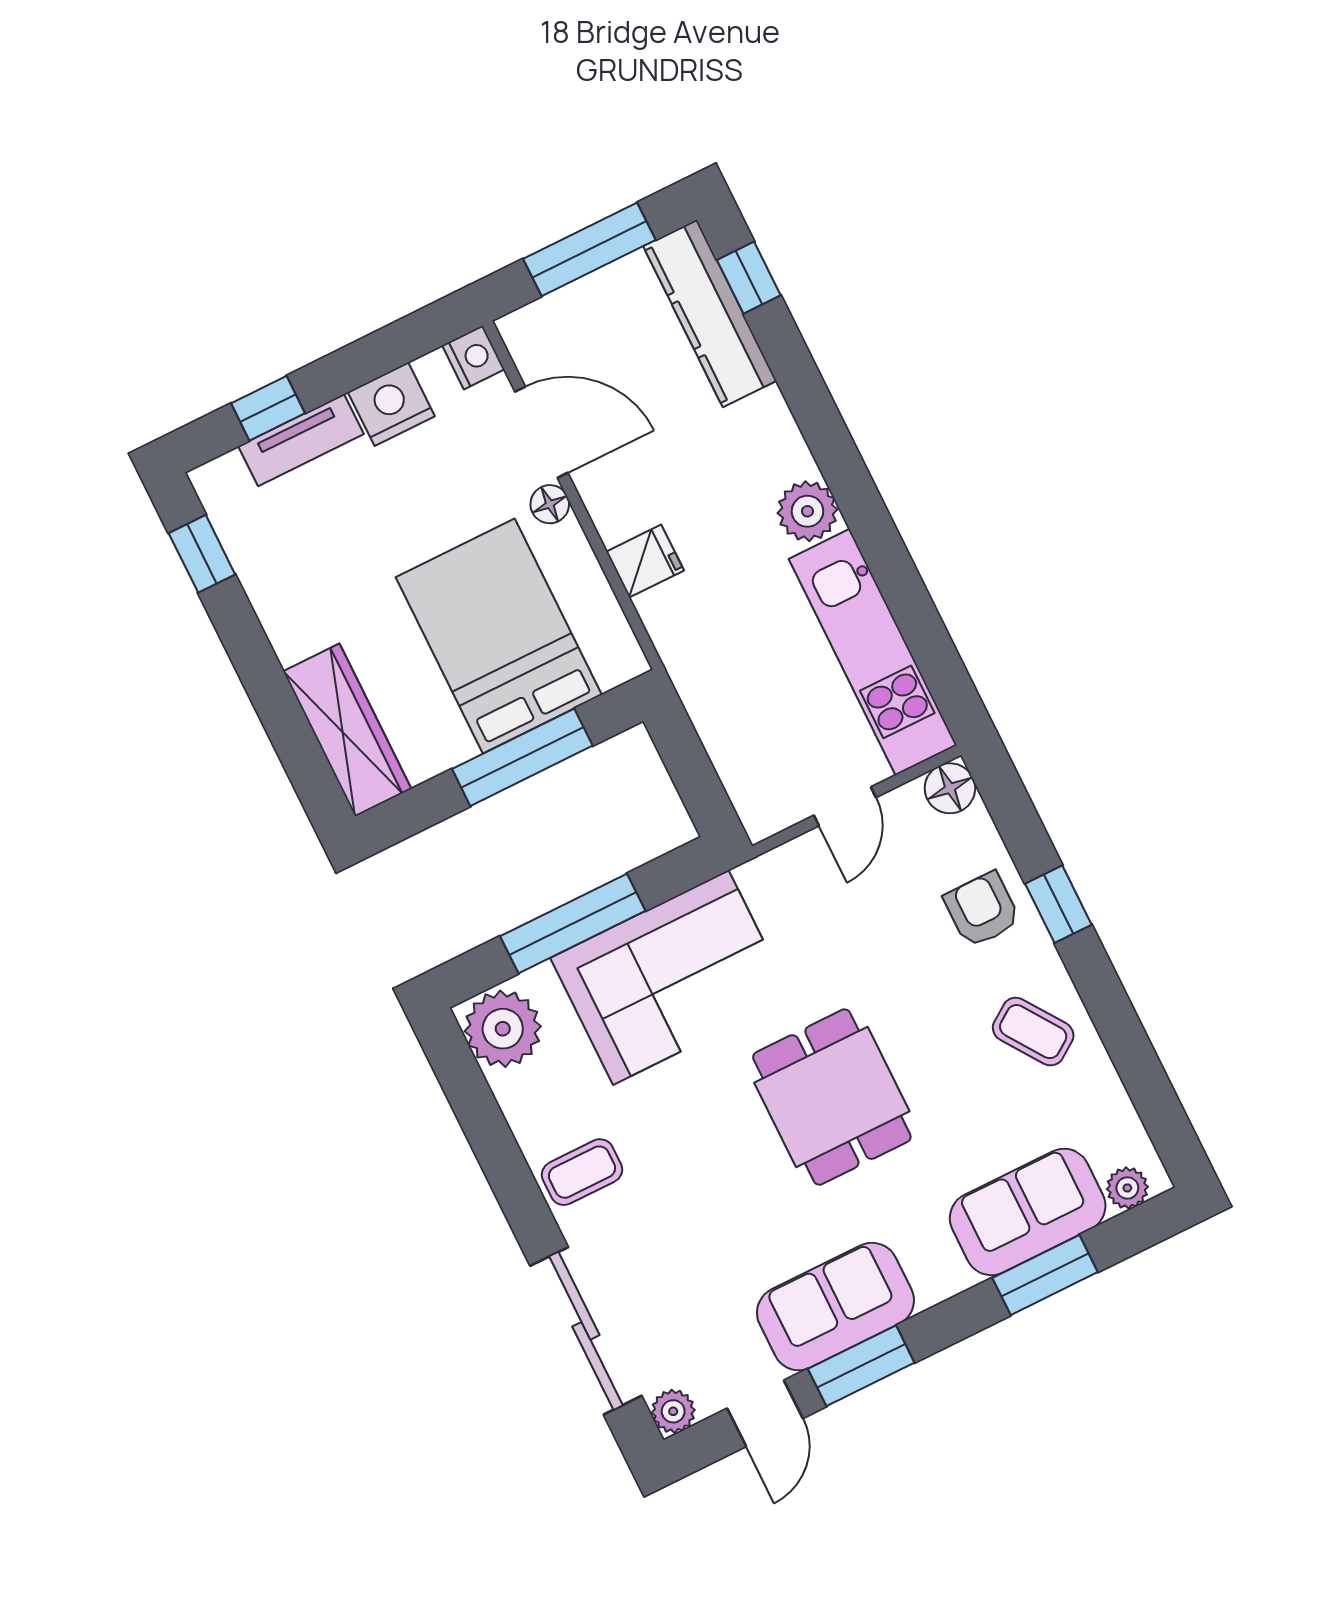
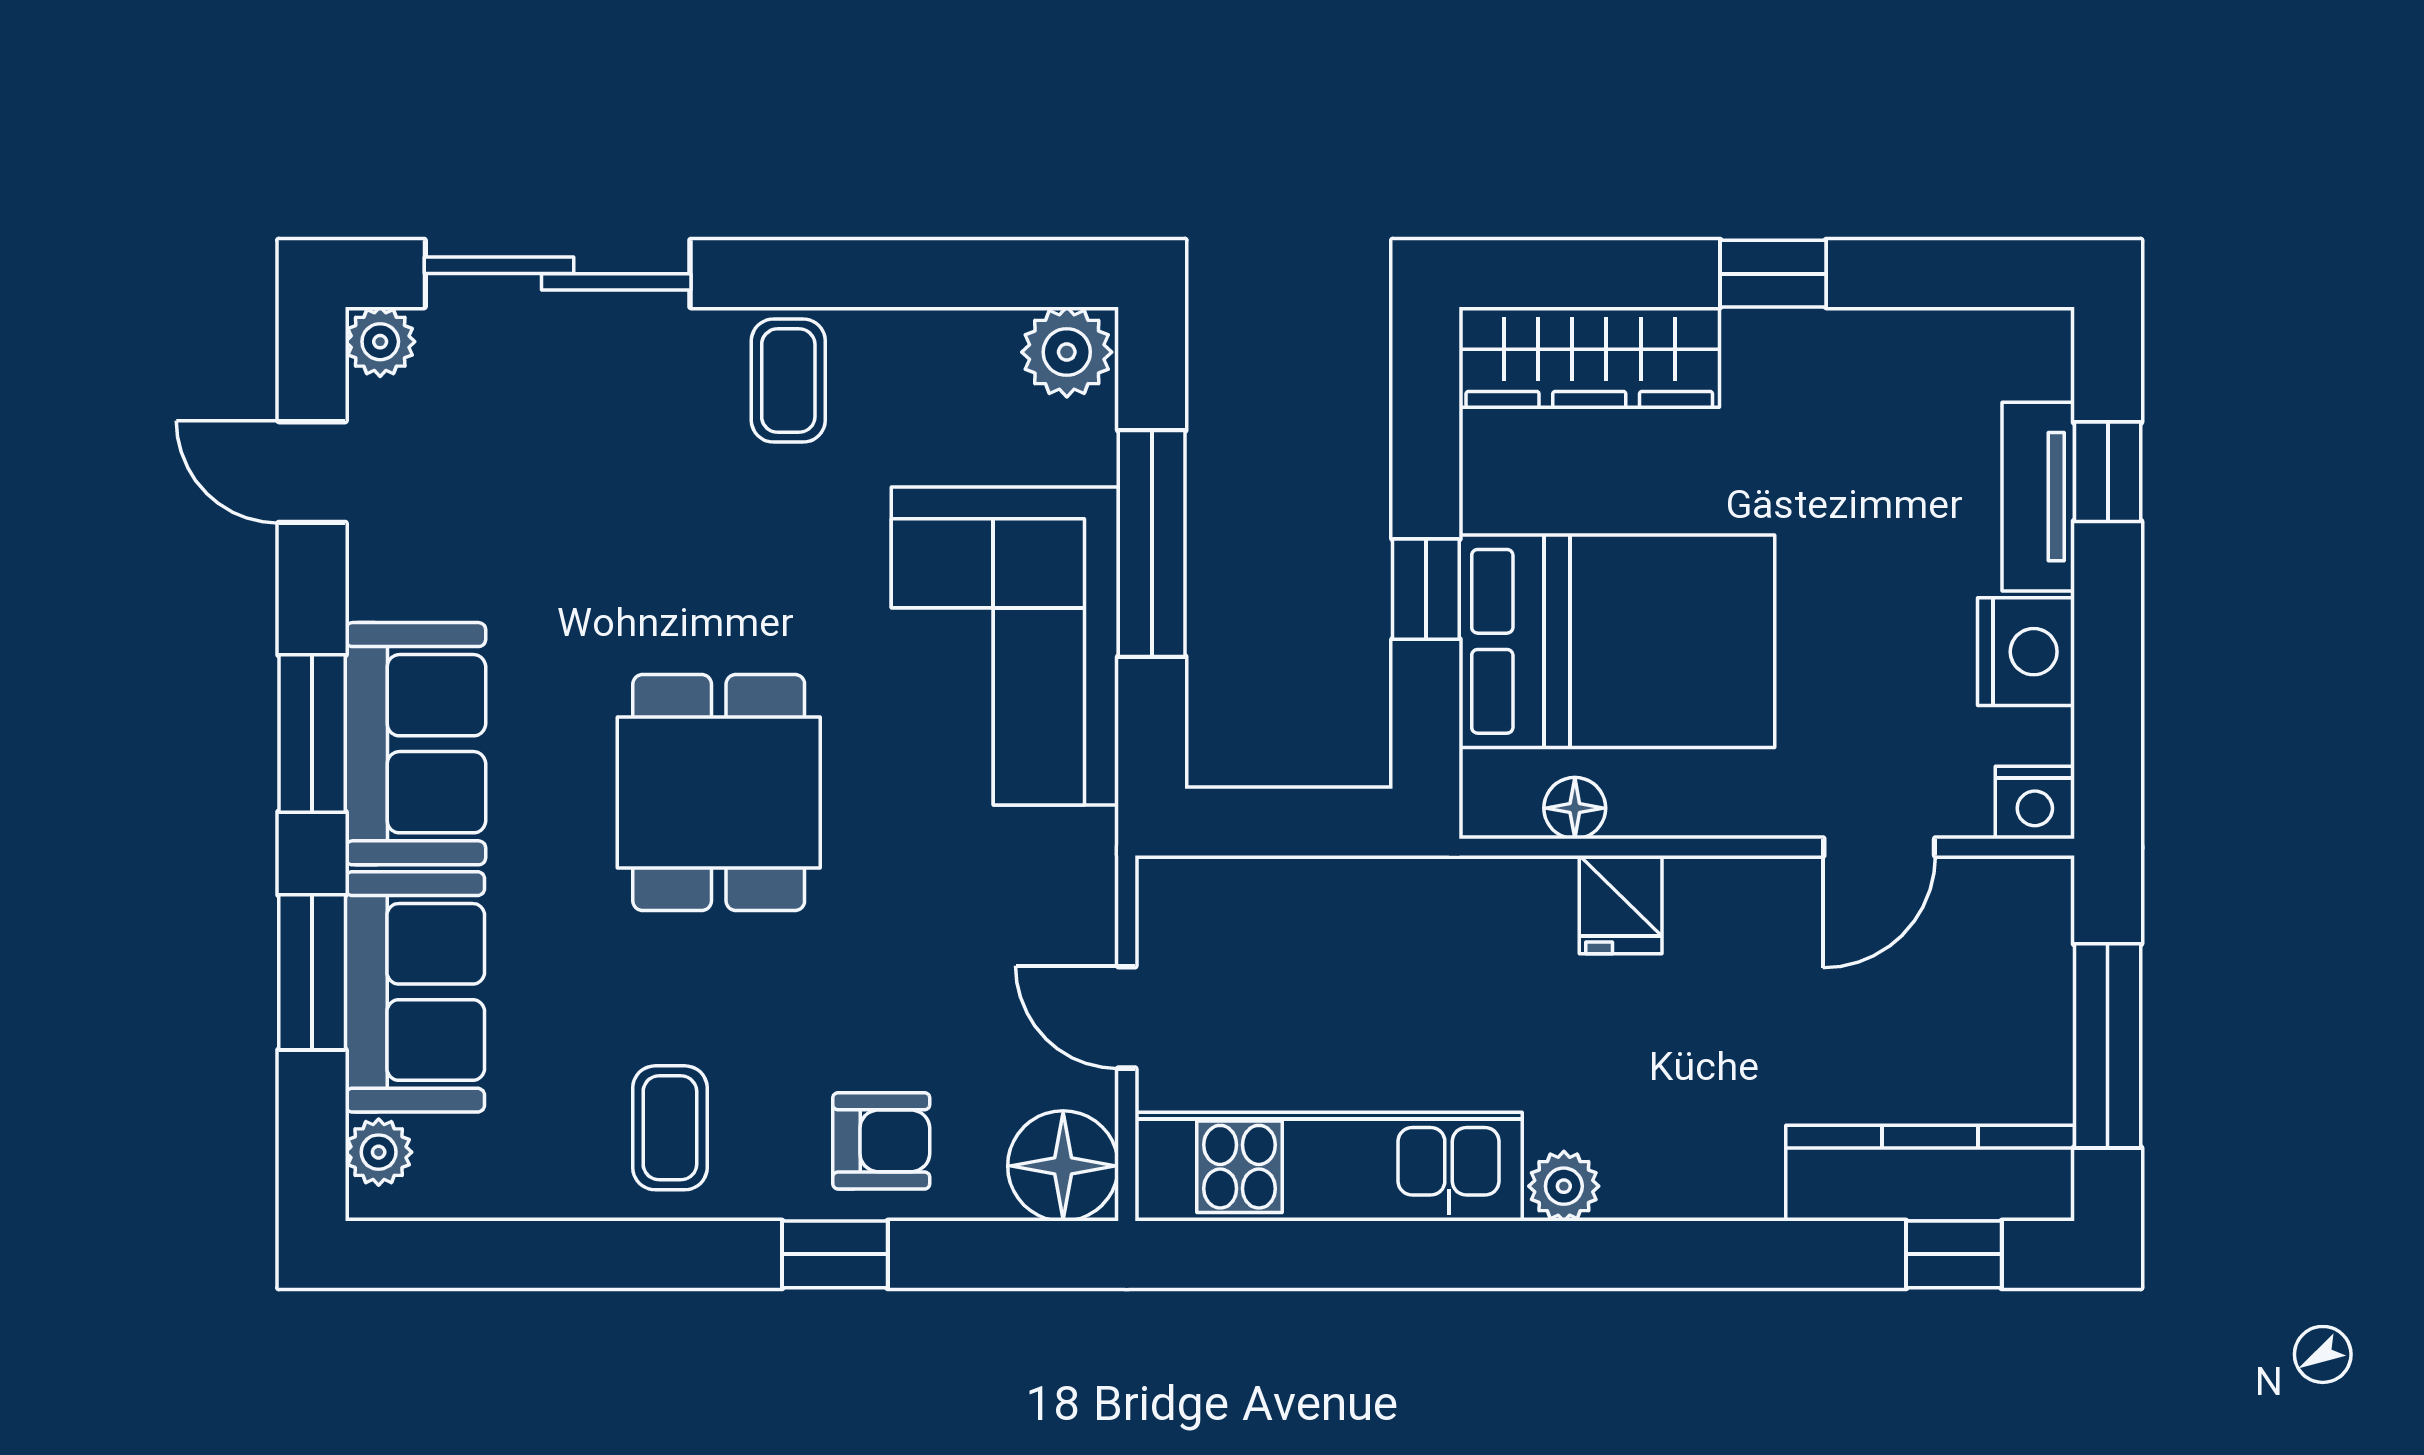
door: (541, 432) -> (1879, 847), width x0.73
floor lamp: (550, 504) -> (1575, 808), moved
plant: (807, 511) -> (1564, 1186), width x0.73, depth x0.73
window: (202, 554) -> (1773, 274), moved
window: (522, 757) -> (1426, 589), width x0.46
floor lamp: (950, 788) -> (1063, 1166), width x1.38, depth x1.38
plant: (503, 1029) -> (1067, 352), width x0.73, depth x0.73
coffee table: (1033, 1032) -> (670, 1128), turned -55
dining table: (832, 1097) -> (719, 793), turned 90
sofa: (835, 1307) -> (415, 744), moved
window: (861, 1366) -> (312, 733), moved

